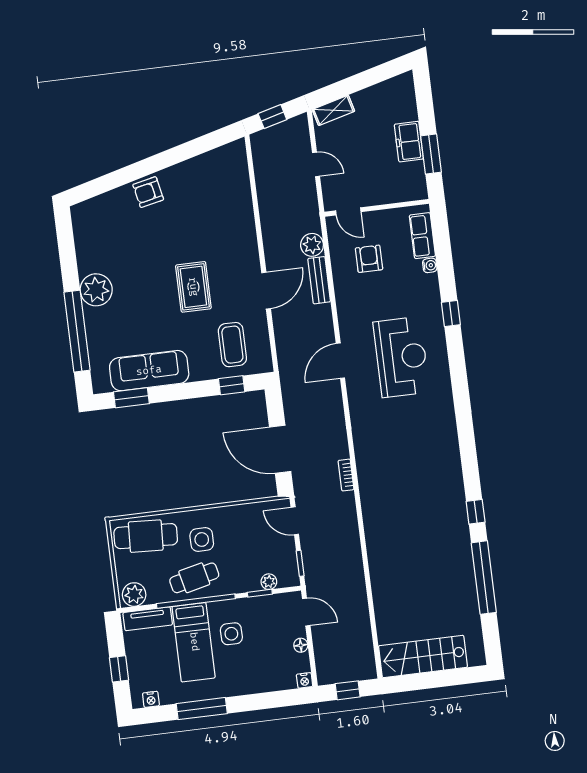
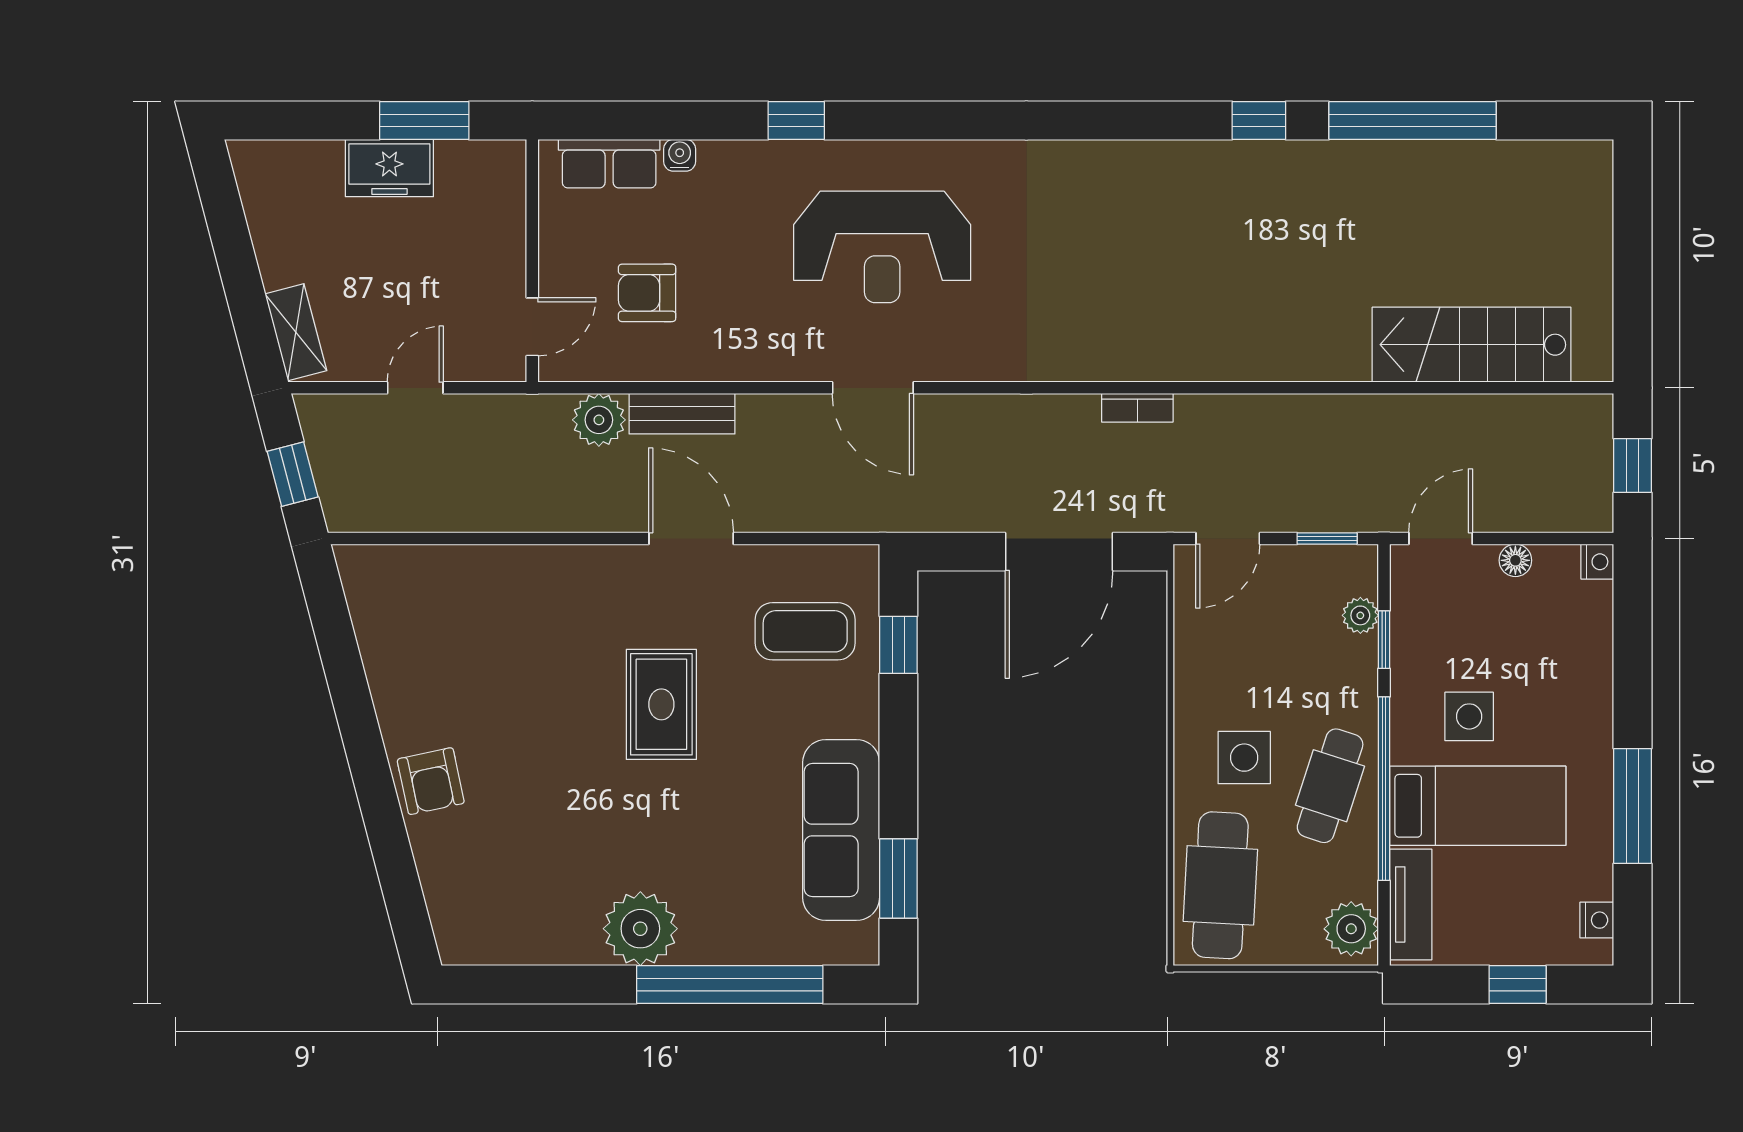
rug: (193, 287) -> (661, 704), turned 90
reception desk: (401, 357) -> (882, 247), turned 180
cafe table: (194, 578) -> (1330, 786), turned 31
stairs: (423, 656) -> (1472, 345), moved, turned 90

